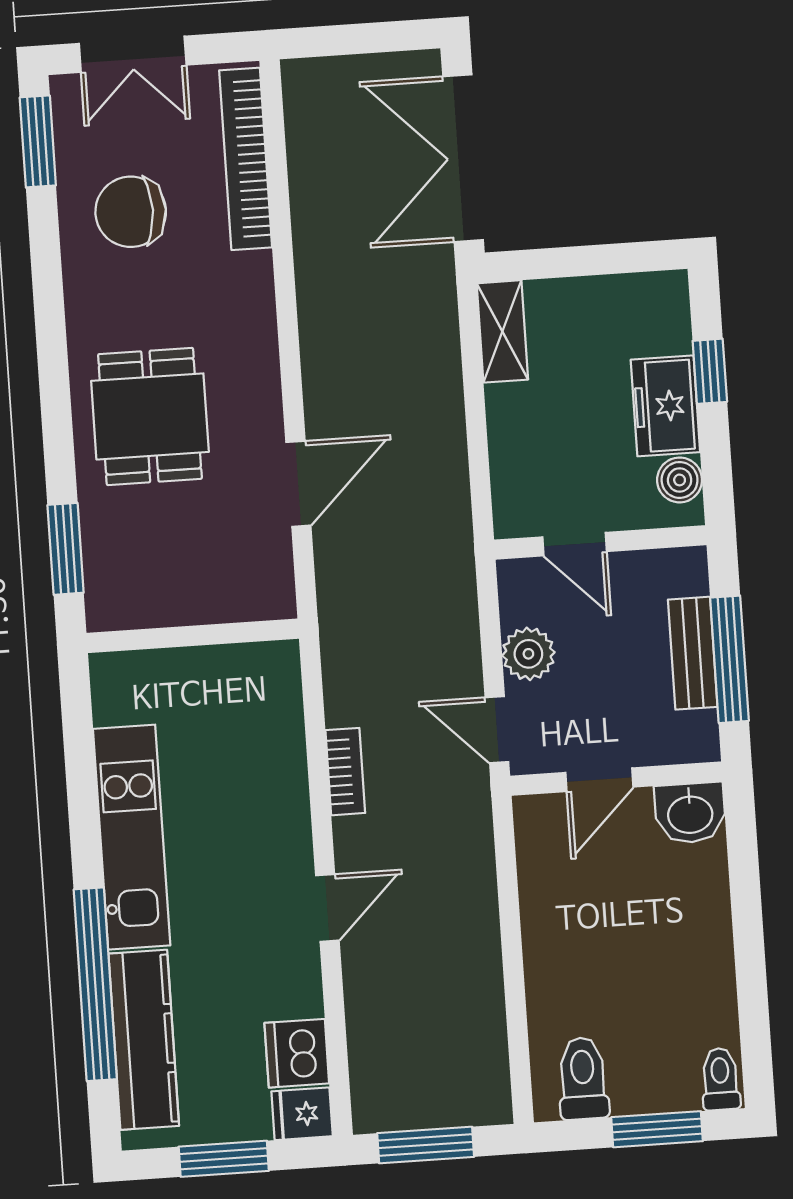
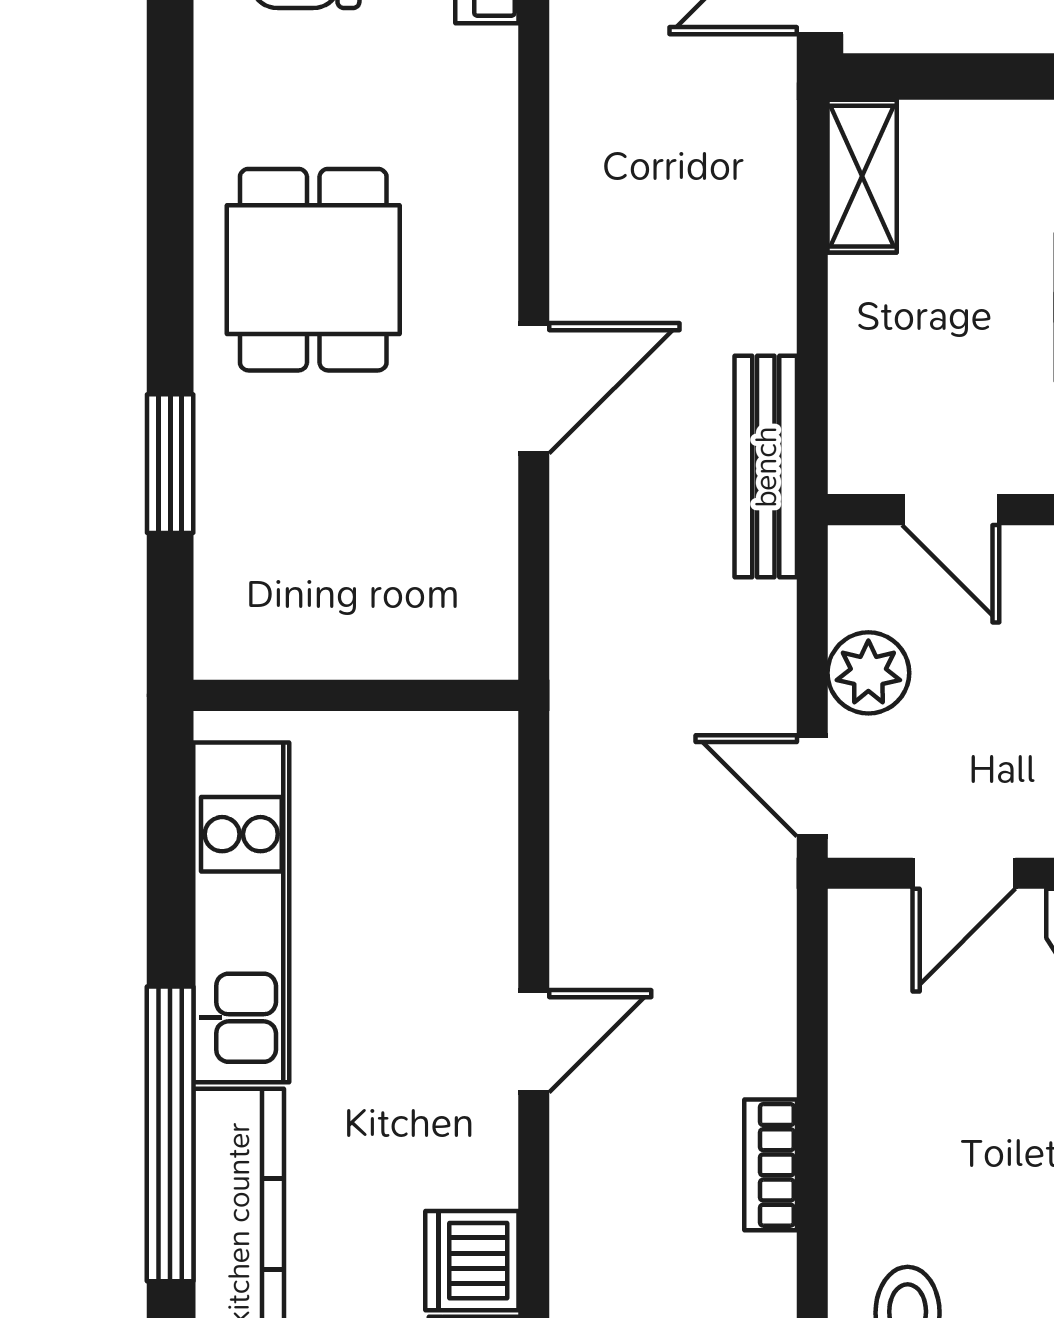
bench: (453, 524) -> (766, 467), added
wall: (193, 636) -> (356, 695), moved
bookcase: (345, 772) -> (771, 1165), moved, turned 180

